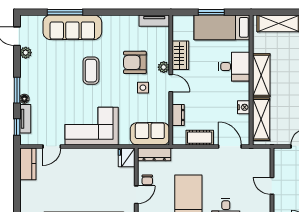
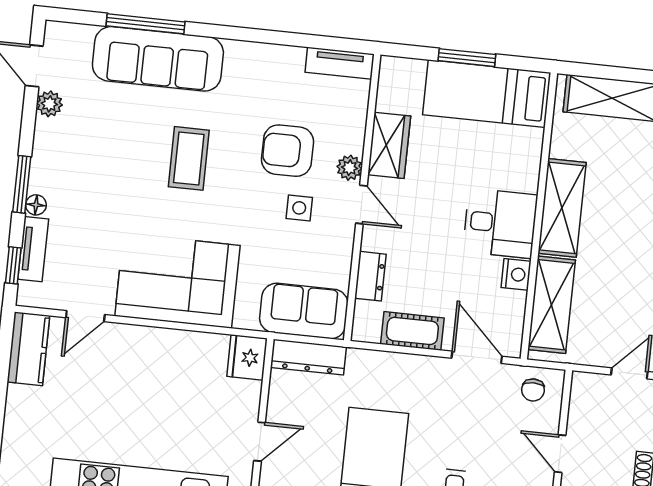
desk: (234, 67) -> (500, 223), moved
chair: (147, 180) -> (533, 390), moved

